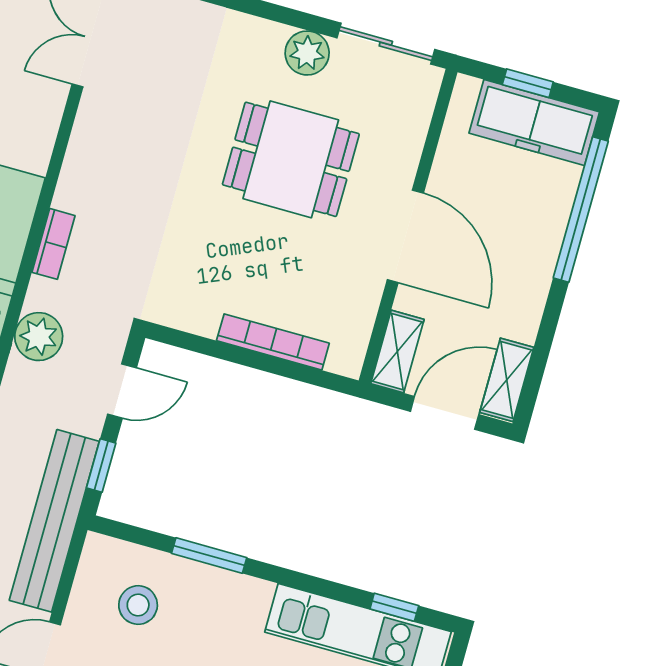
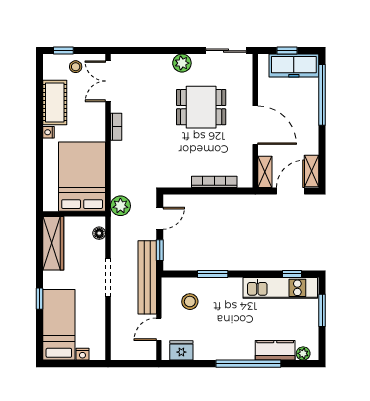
plant: (307, 53) -> (182, 63), moved
bookcase: (53, 244) -> (116, 127), moved

